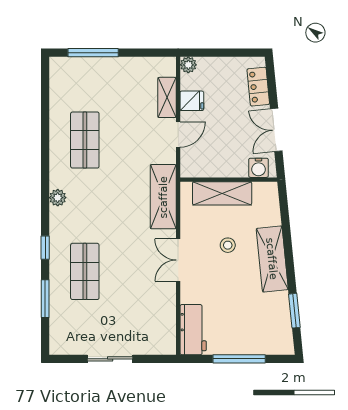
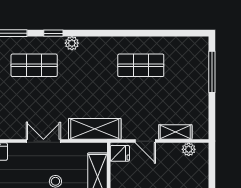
plant: (188, 65) -> (189, 149), moved
fridge: (192, 101) -> (120, 153), moved, turned -90
plant: (58, 198) -> (72, 43), moved

